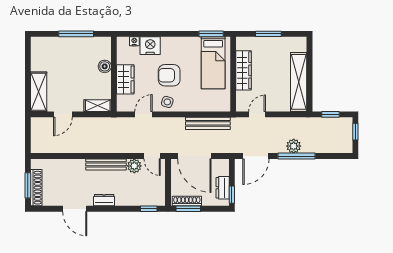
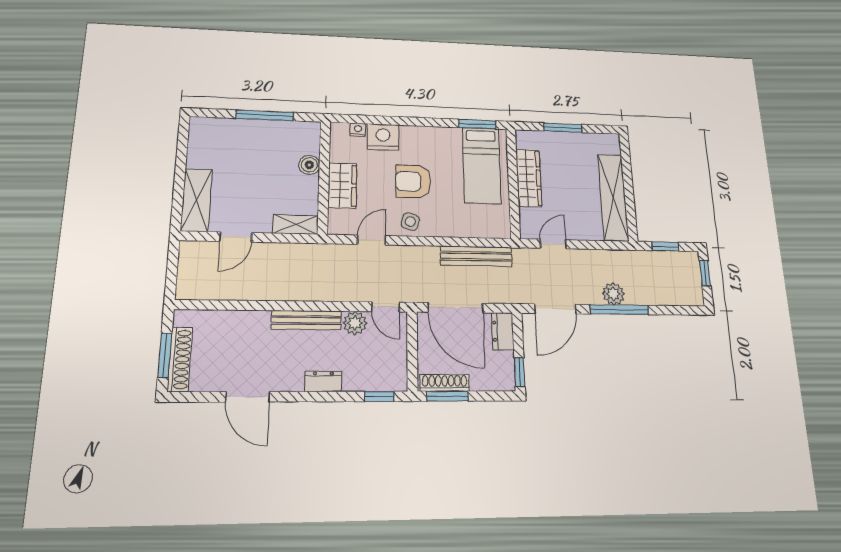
dresser: (223, 188) -> (503, 331), moved
dresser: (104, 200) -> (323, 381), moved

